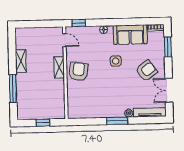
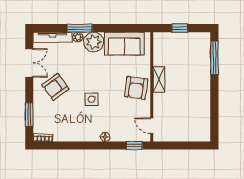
sofa: (130, 35) -> (124, 44), moved, turned 180
shelving: (21, 61) -> (204, 102), removed
shelving: (59, 67) -> (159, 79), moved
window: (13, 88) -> (214, 58), moved
plant: (115, 109) -> (94, 42), added
window: (117, 121) -> (80, 28), moved

